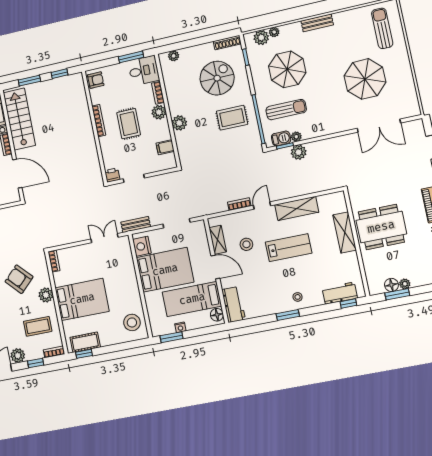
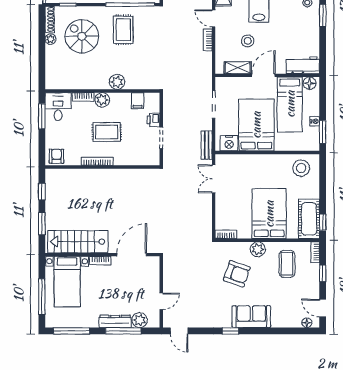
plant: (174, 56) -> (50, 39), moved
printer: (112, 175) -> (154, 120), moved
armchair: (19, 279) -> (237, 274), turned -117
cot: (85, 342) -> (309, 219), width x1.37, depth x1.34
plant: (18, 356) -> (312, 290), removed

